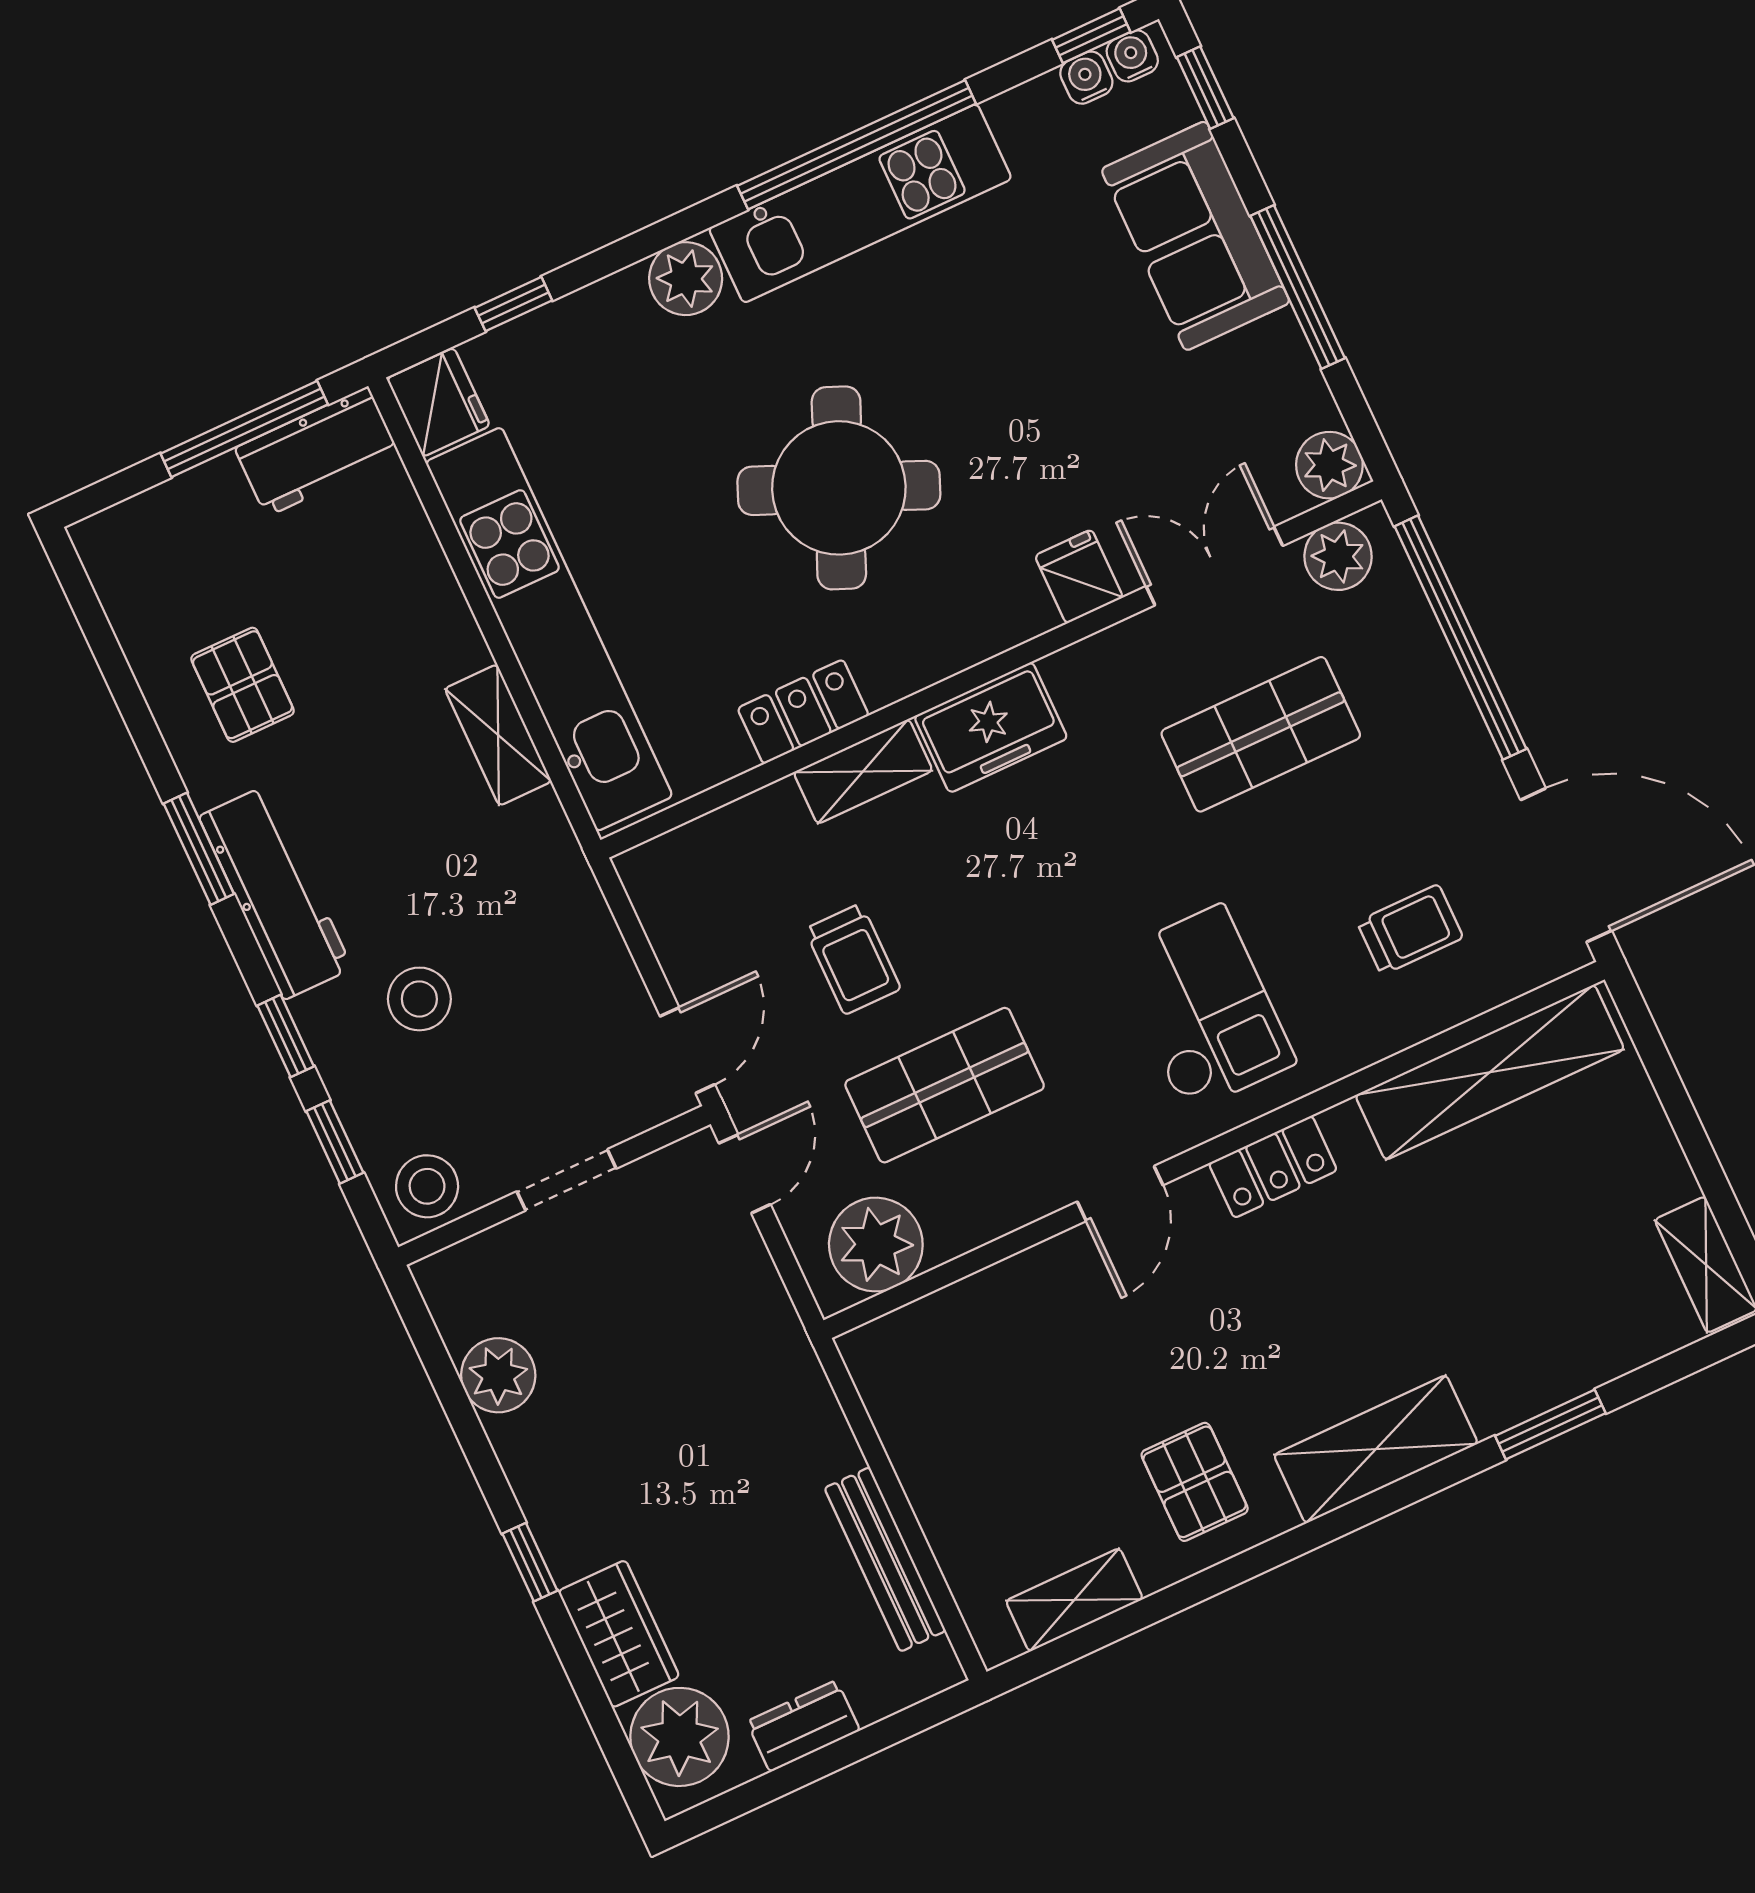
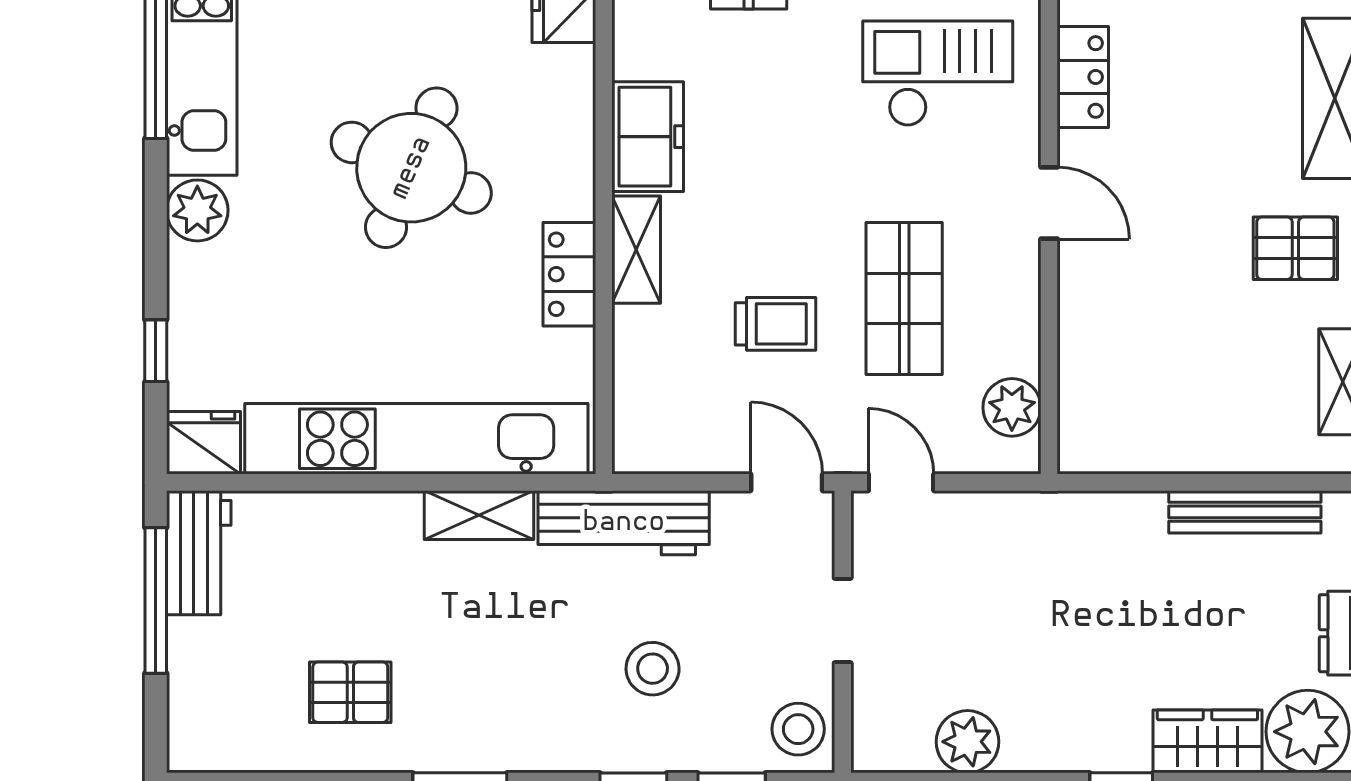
workbench: (275, 892) -> (624, 523), moved, turned 180
plant: (876, 1245) -> (1012, 407), width x0.73, depth x0.73

